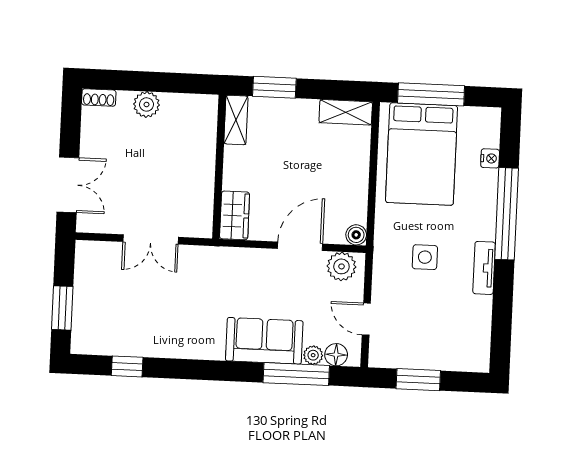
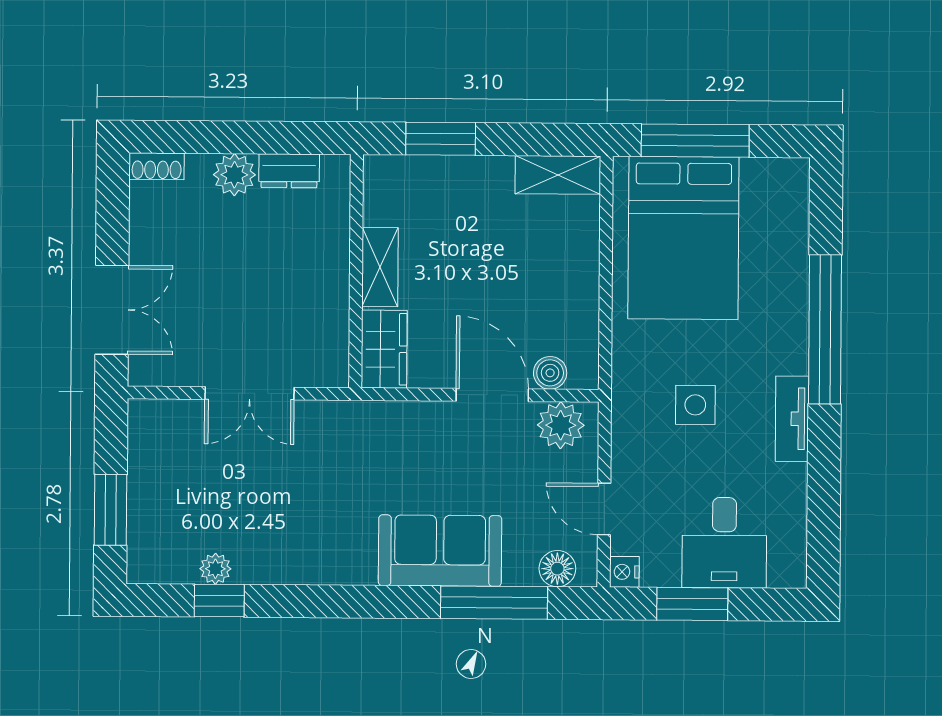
dresser: (180, 103) -> (289, 171), added
shelving: (236, 120) -> (380, 267), moved
nightstand: (490, 158) -> (624, 572), moved, turned 180
boiler: (356, 235) -> (550, 373), moved
door: (300, 246) -> (492, 395), hinge flipped
desk: (439, 343) -> (724, 543), added
plant: (313, 355) -> (215, 569), moved

